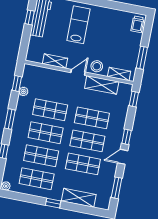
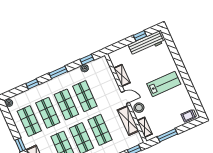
lab bench: (79, 25) -> (164, 84), moved

